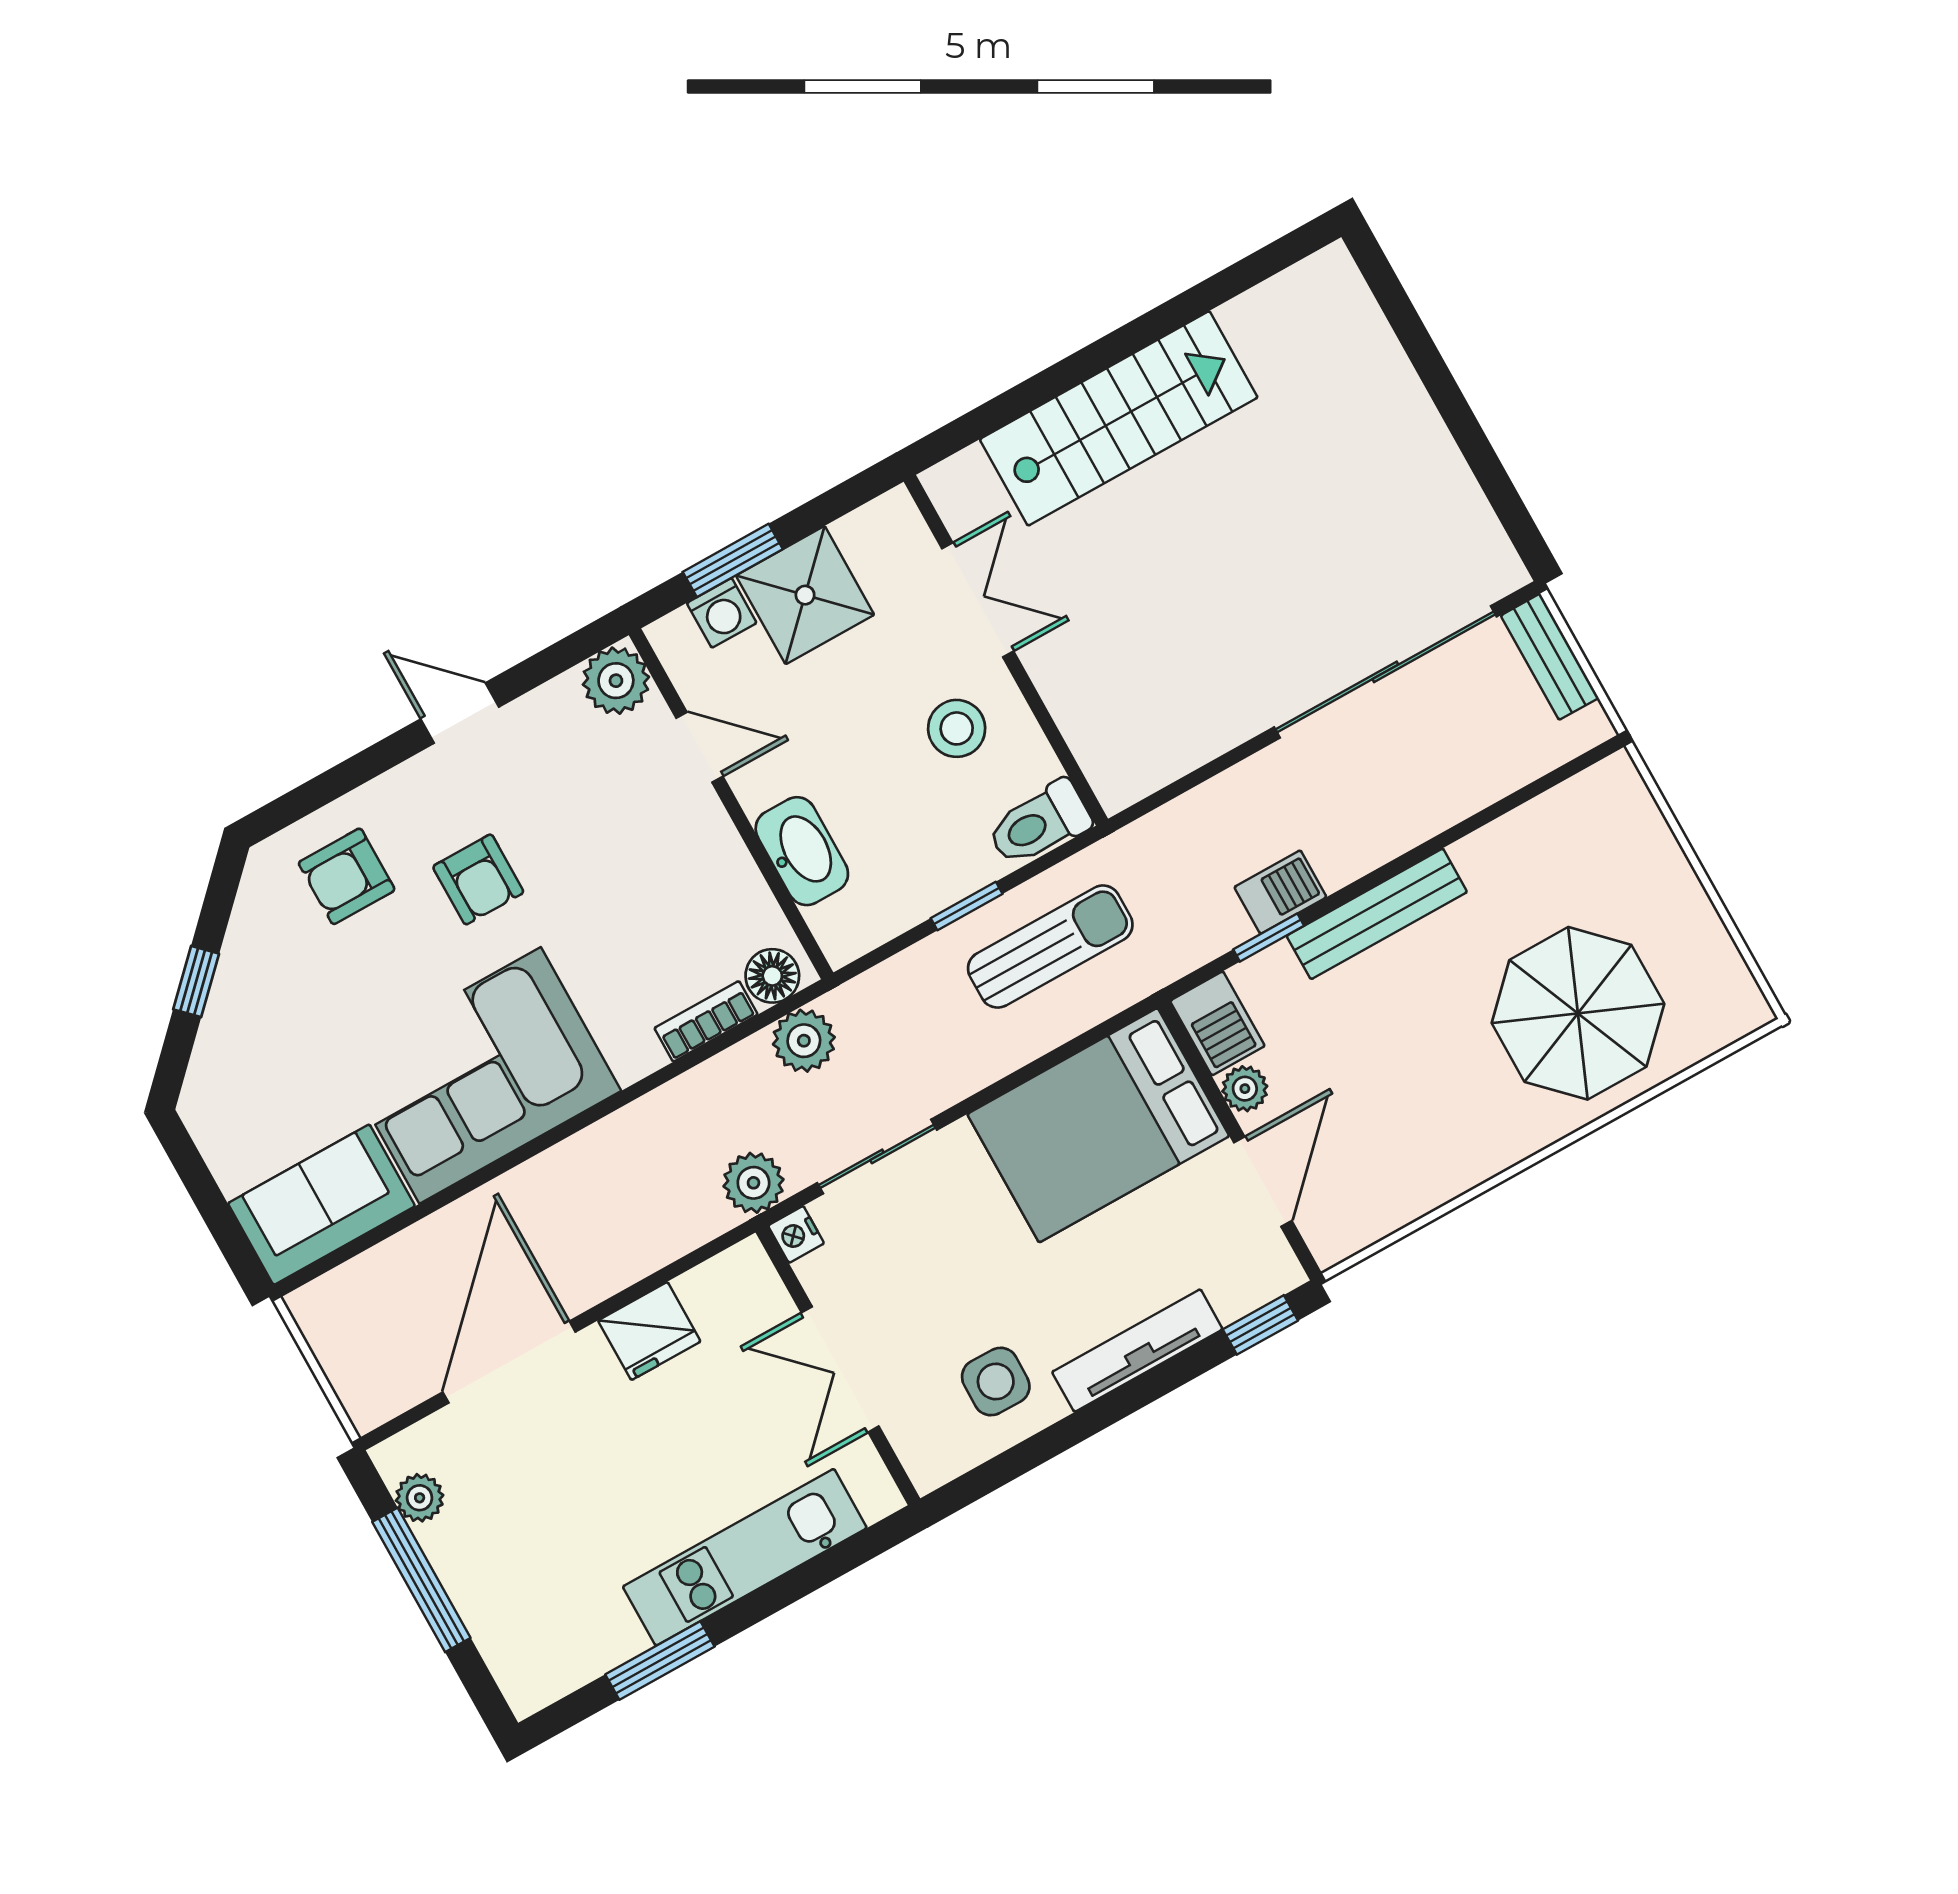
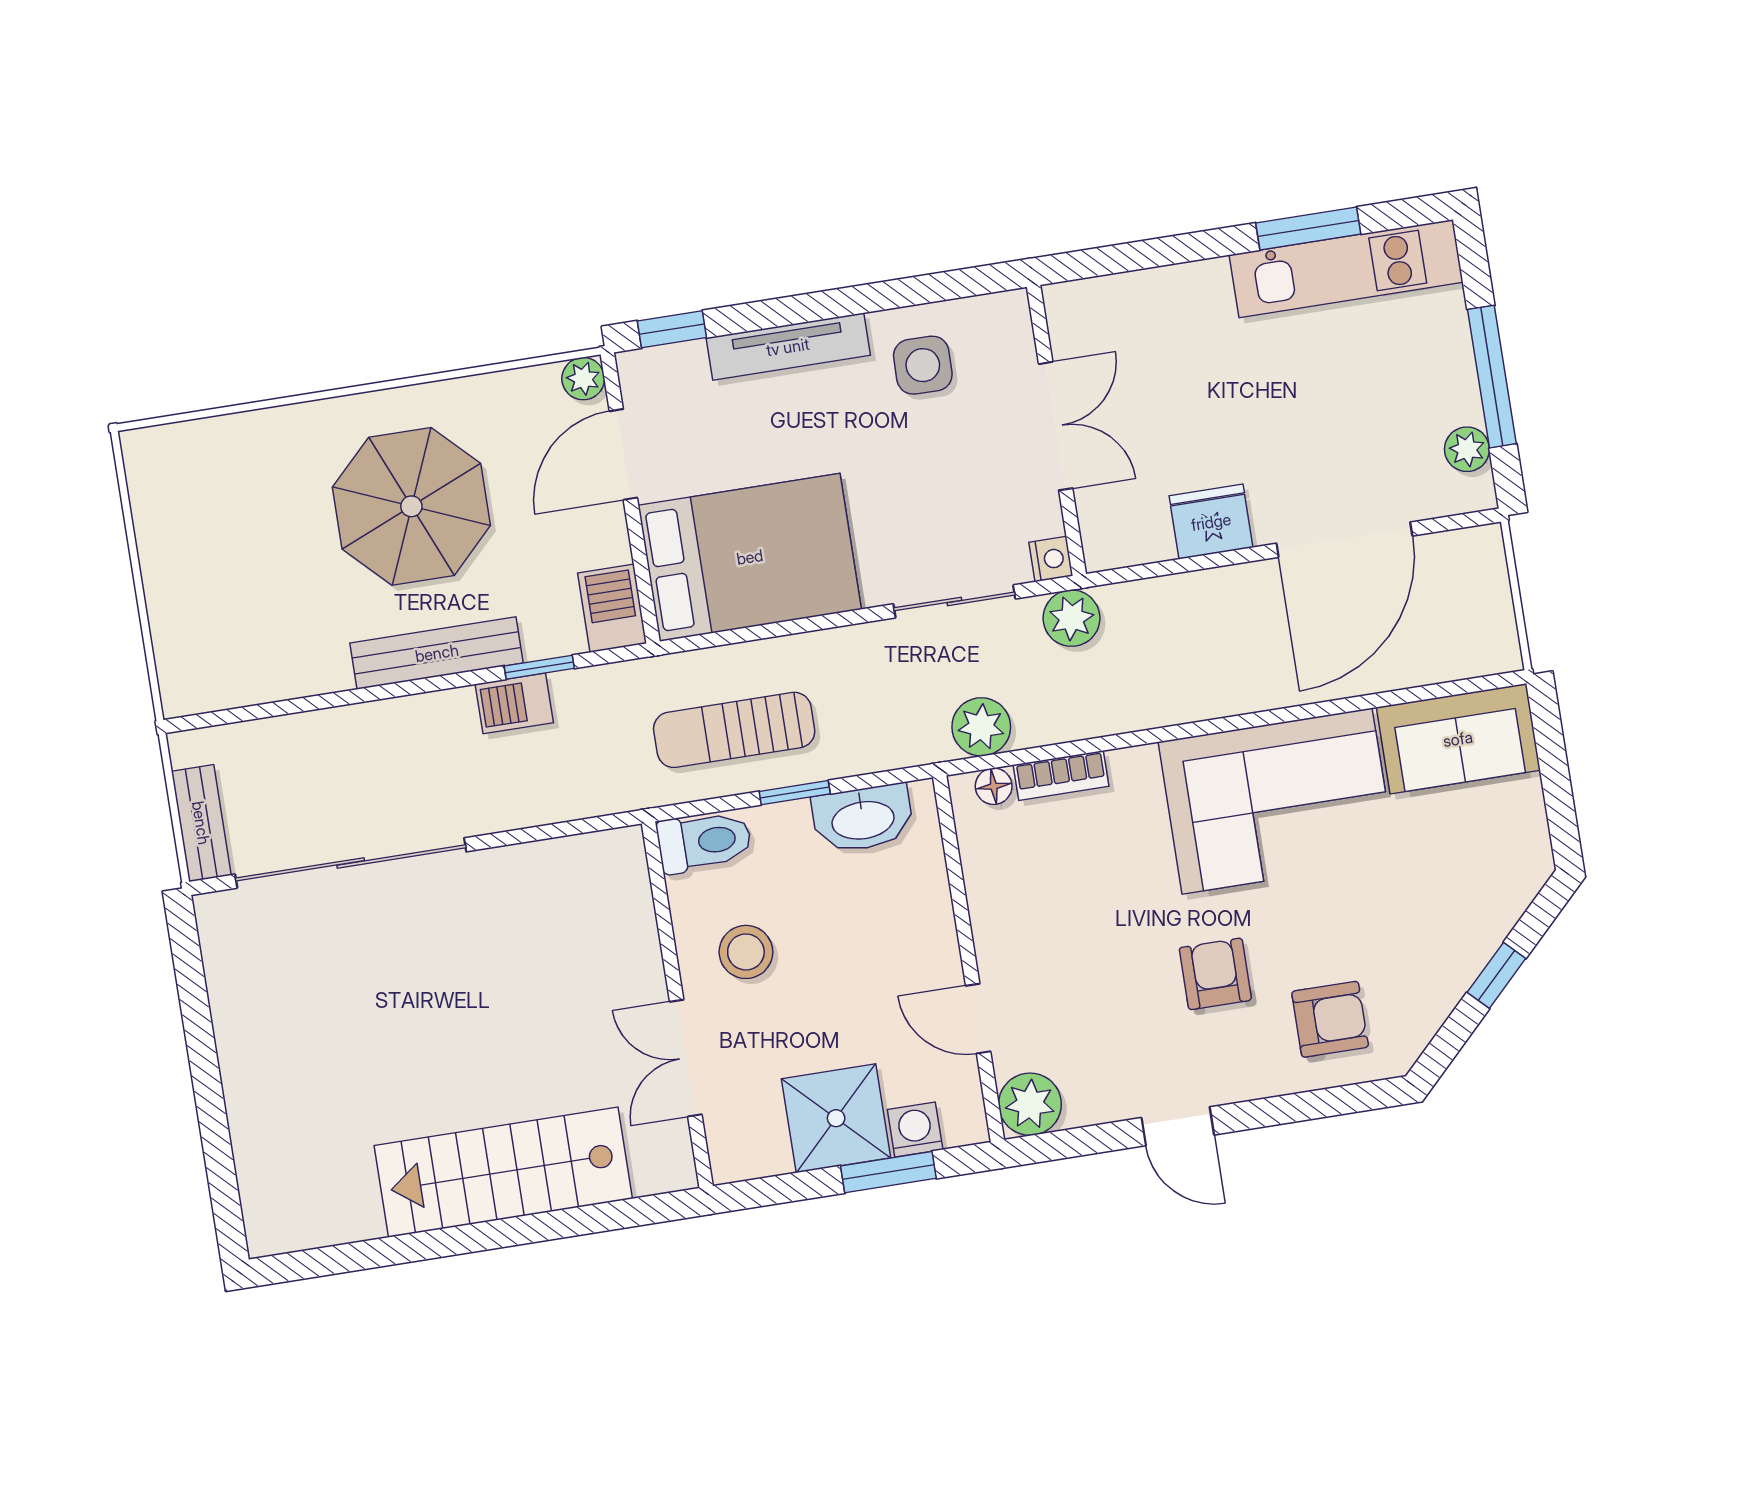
washbasin: (802, 851) -> (863, 819), moved, turned -90
floor lamp: (772, 976) -> (994, 786), width x0.73, depth x0.73
parasol: (1578, 1013) -> (411, 506), moved
plant: (1245, 1089) -> (583, 379), moved
kitchen unit: (745, 1557) -> (1346, 269), moved

